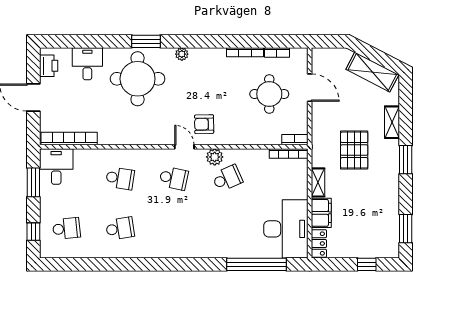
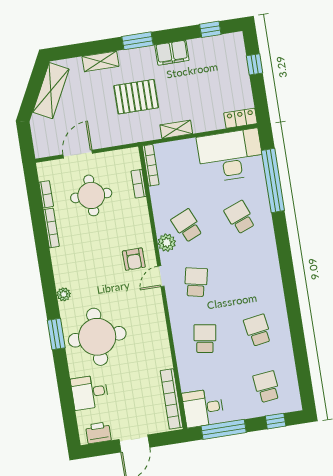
bookcase: (295, 140) -> (139, 184), moved
window: (33, 182) -> (224, 429), width x1.44
filing cabinet: (321, 213) -> (172, 53), moved, turned 180
school desk: (227, 228) -> (240, 217), added
window: (406, 229) -> (210, 29), width x0.67

